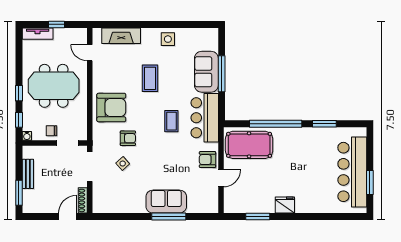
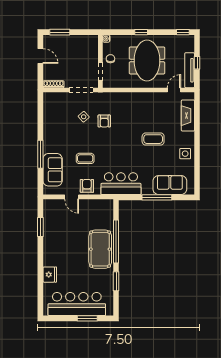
tv unit: (38, 34) -> (190, 70), moved, width x1.41
sofa: (206, 72) -> (170, 185), moved
armchair: (111, 108) -> (129, 107), removed
window: (19, 120) -> (183, 32), moved
coffee table: (171, 121) -> (85, 158), moved
pool table: (249, 145) -> (100, 249), moved
bench: (28, 174) -> (75, 39), removed
window: (370, 183) -> (87, 318), moved
sofa: (166, 202) -> (53, 170), moved
fridge: (285, 205) -> (50, 275), moved
door: (68, 217) -> (40, 56), moved

